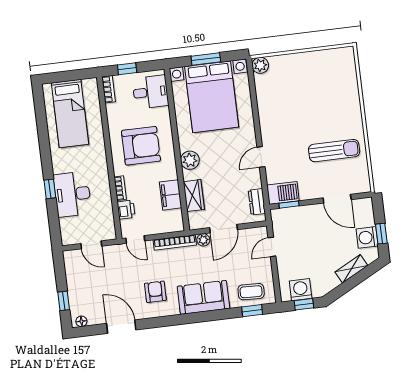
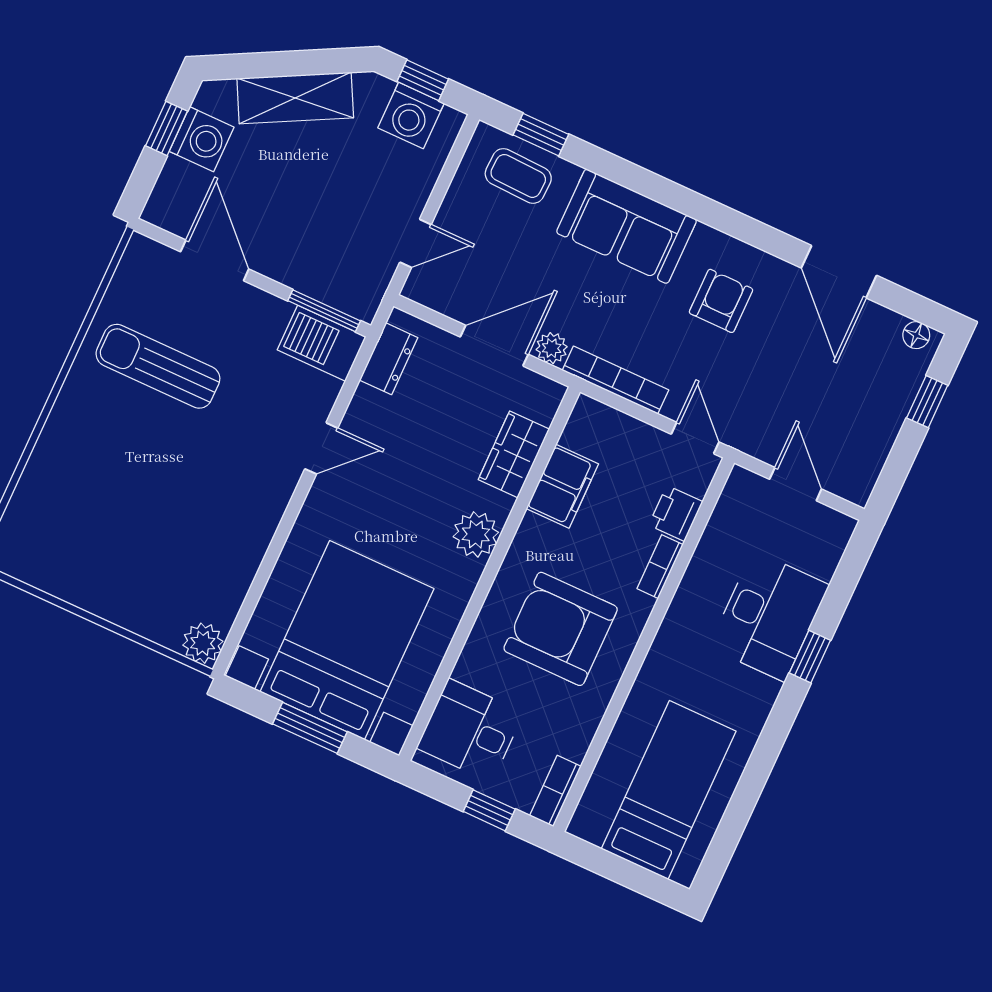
window: (289, 205) -> (324, 311), width x1.50
shelving: (351, 269) -> (295, 98), width x1.50, depth x1.33
armchair: (155, 292) -> (721, 301), turned 180

